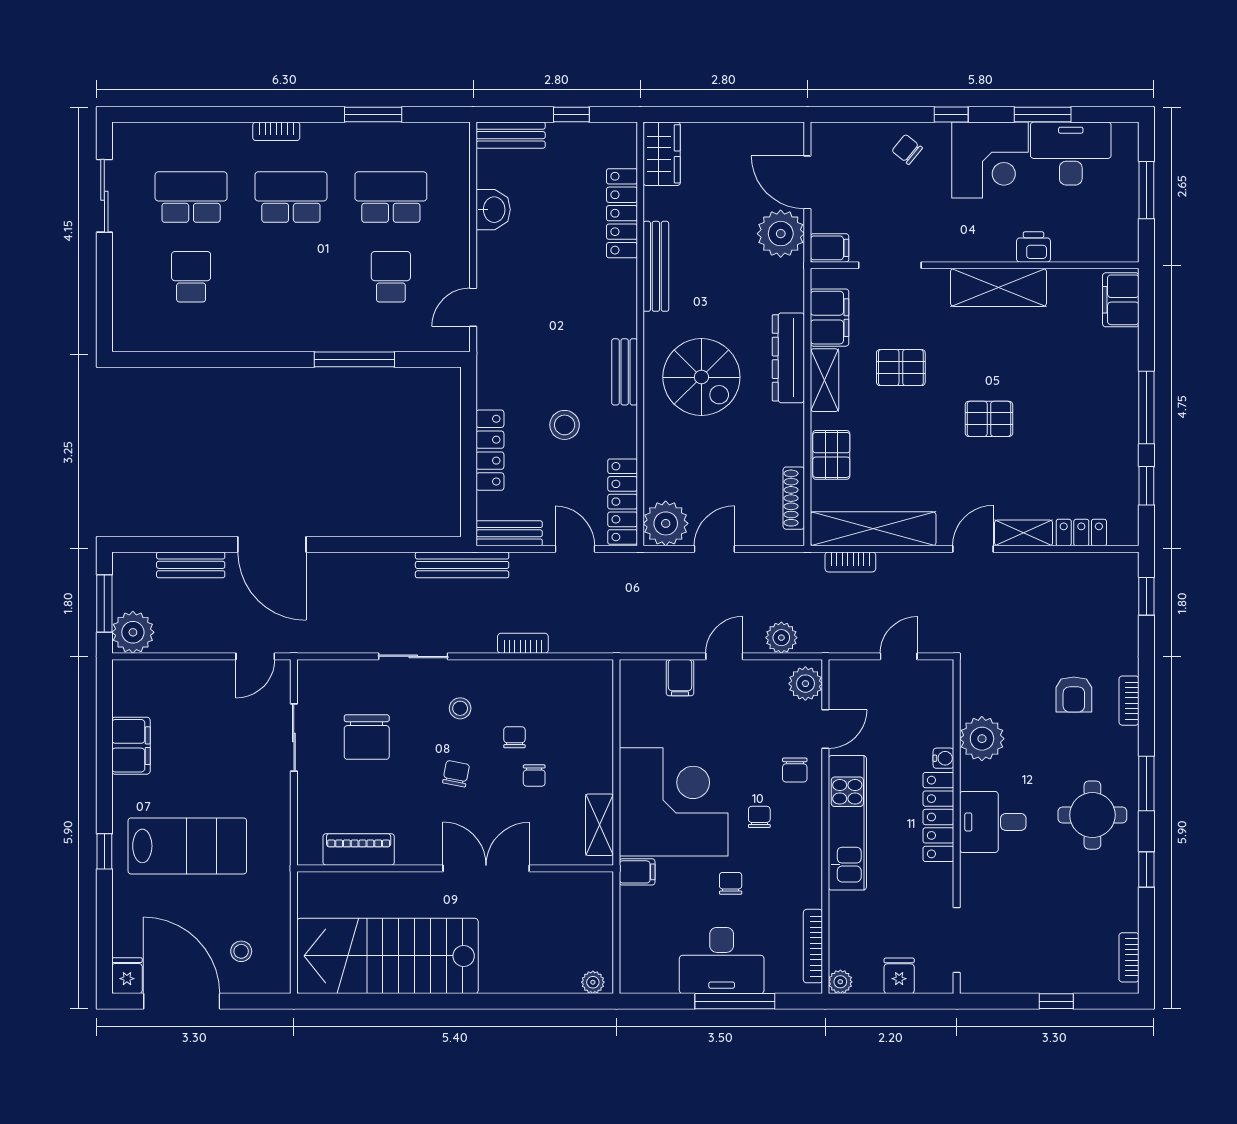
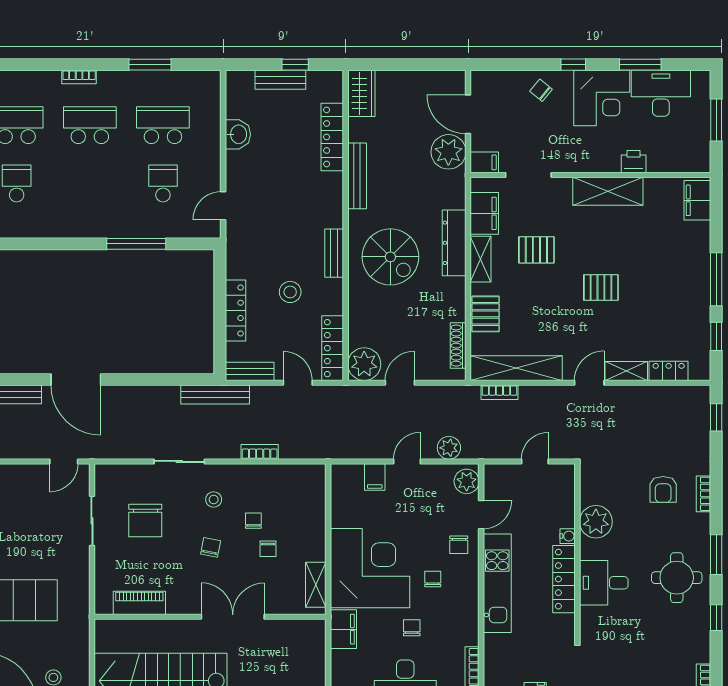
bench: (511, 135) -> (280, 80), moved
filing cabinet: (637, 872) -> (343, 629), width x2.00

